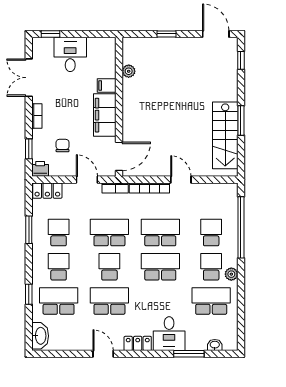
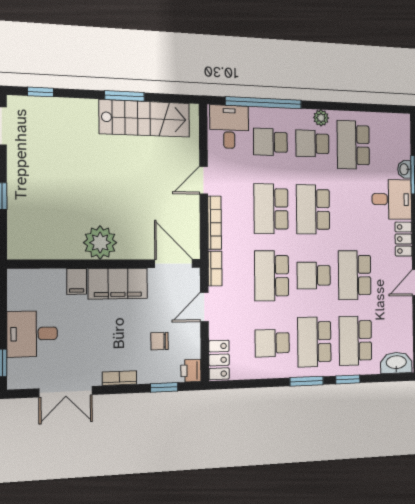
plant: (129, 71) -> (100, 243), moved, width x1.87, depth x1.87
desk: (222, 200) -> (229, 127), added
window: (29, 230) -> (307, 381), moved
school desk: (59, 267) -> (314, 342), width x1.85
washbasin: (215, 345) -> (404, 169), moved

